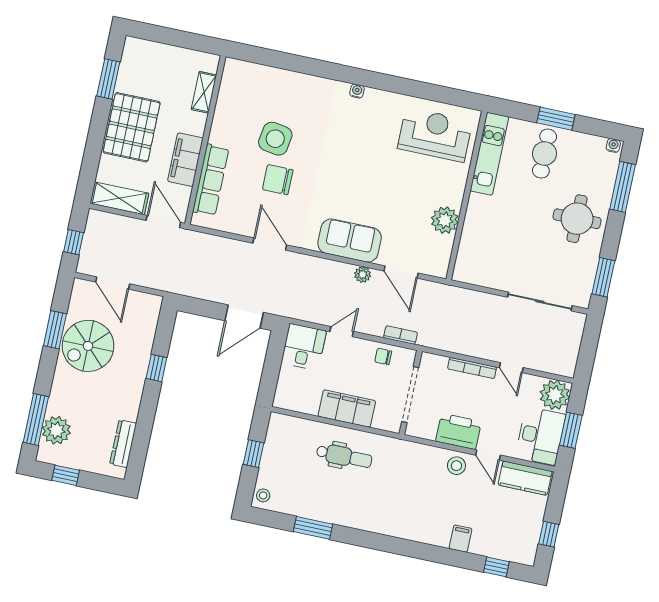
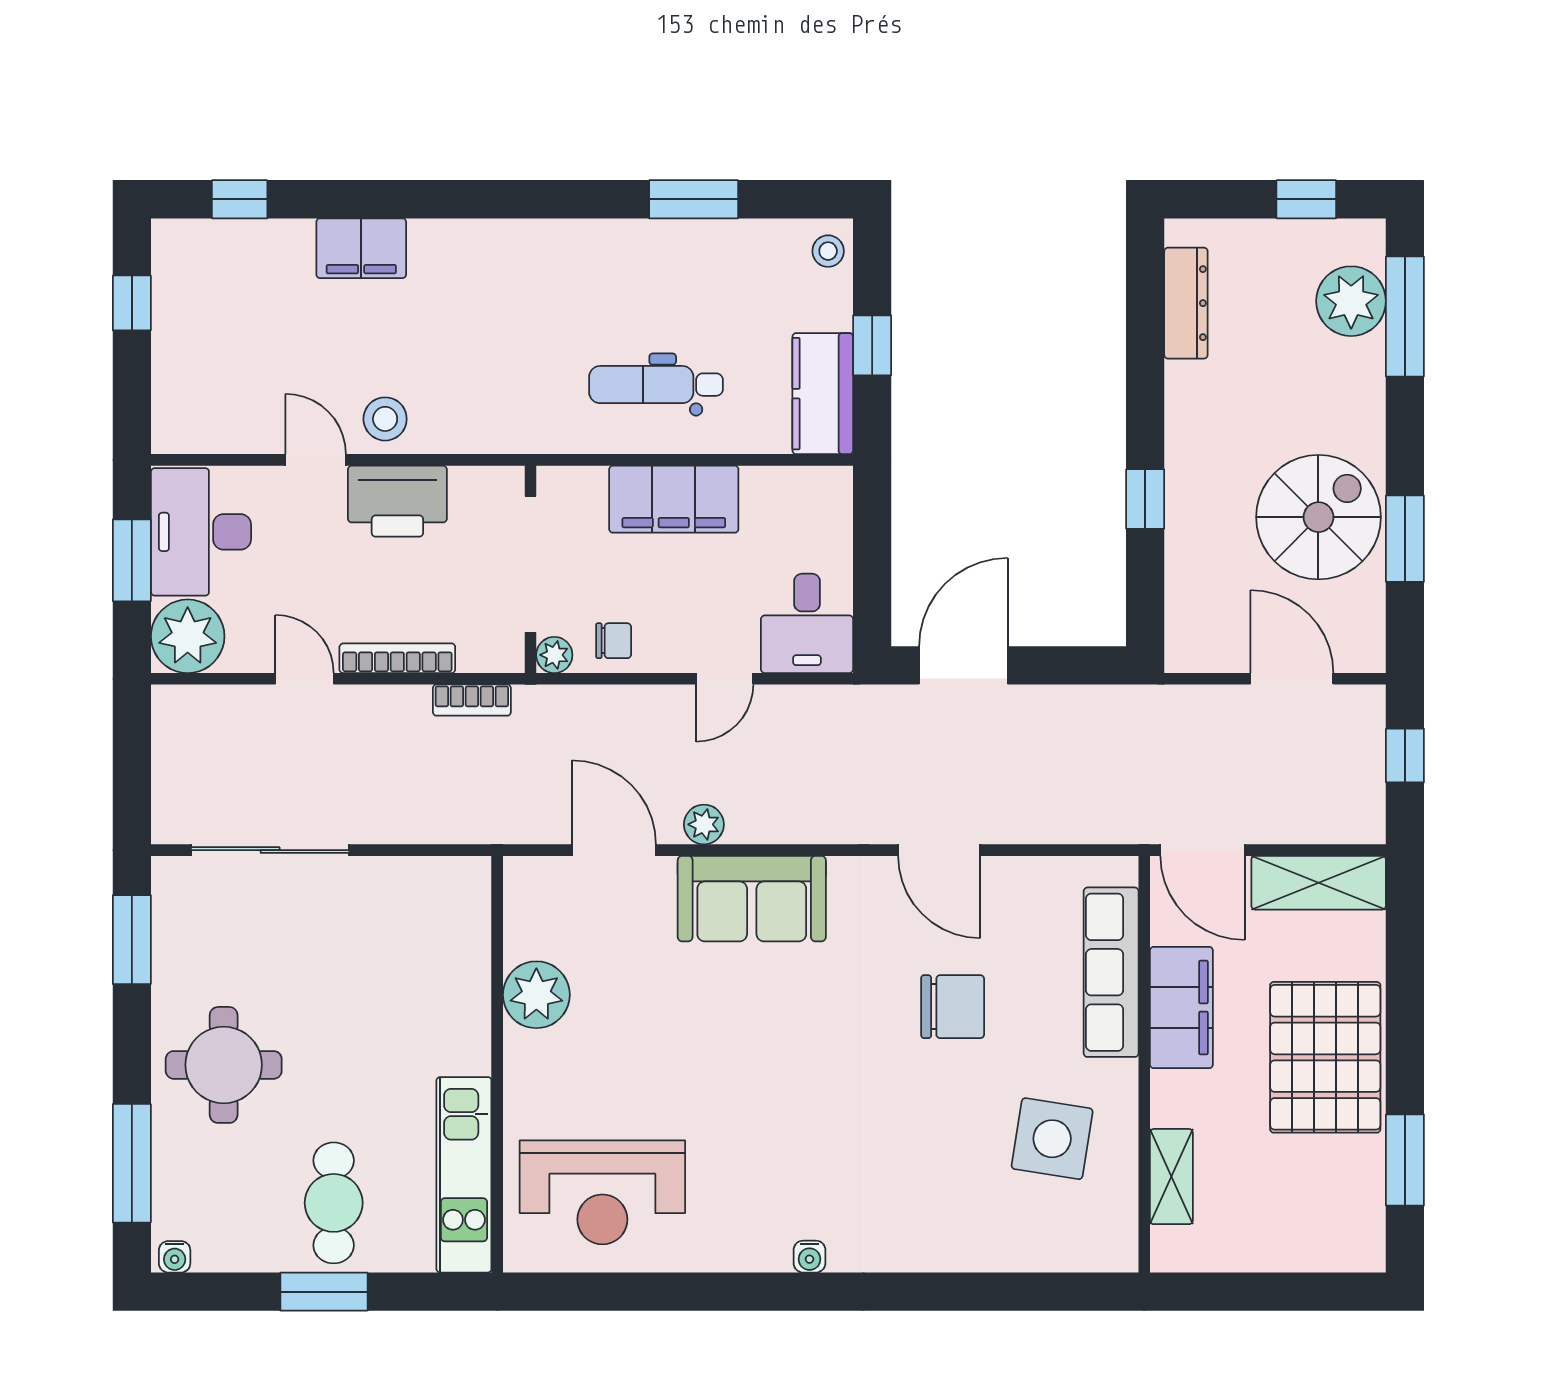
side table: (275, 139) -> (1052, 1139), moved
bookcase: (400, 335) -> (472, 700), moved
plant: (408, 356) -> (554, 655), added
kitchen counter: (525, 478) -> (823, 394), moved, turned -90
filing cabinet: (460, 539) -> (361, 248), width x2.00

